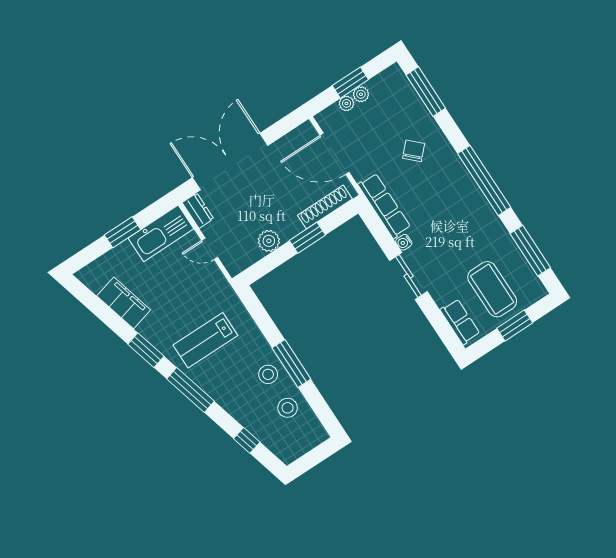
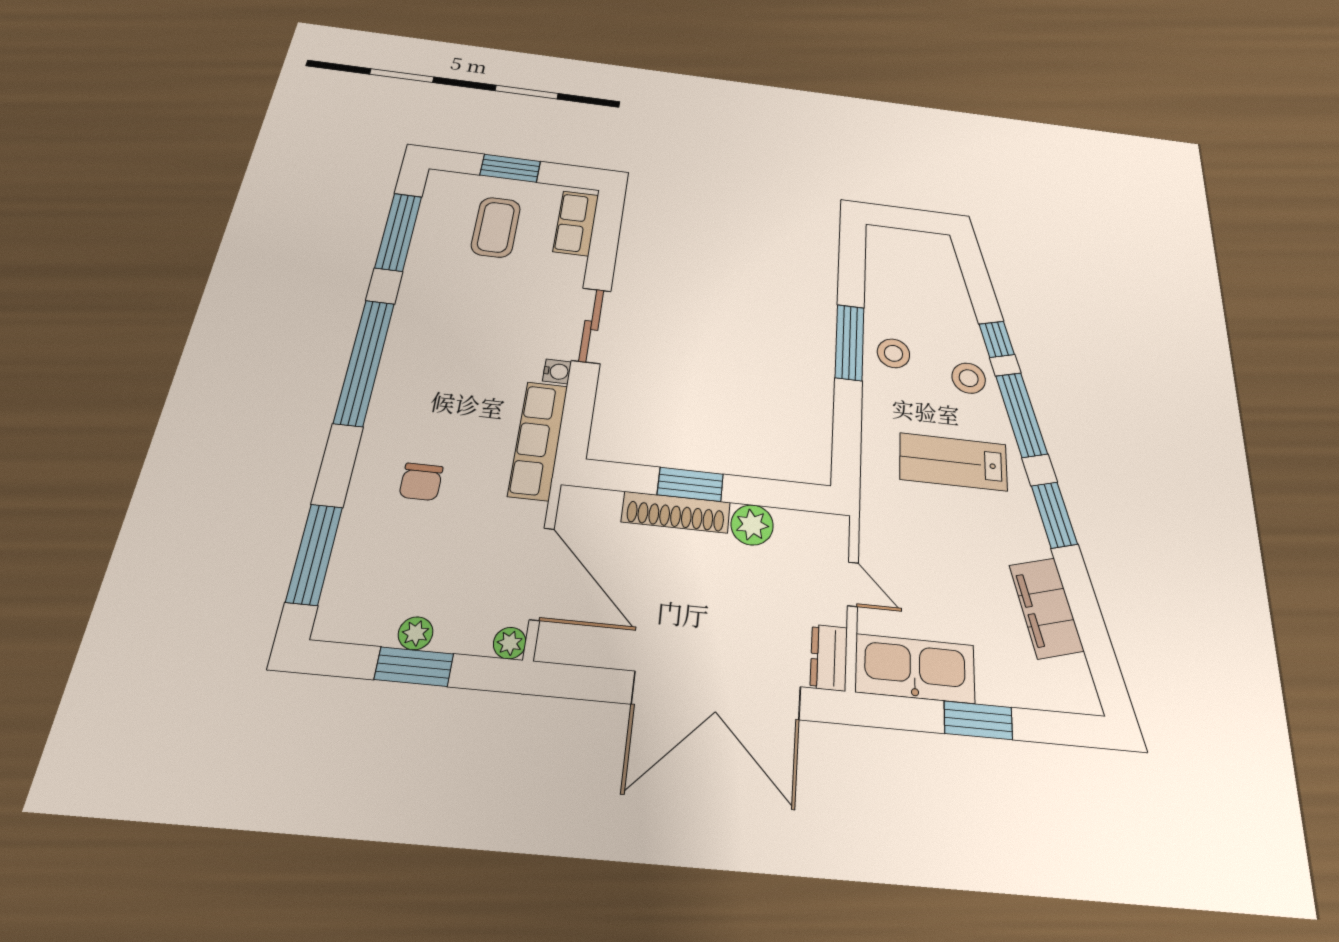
plant: (346, 103) -> (510, 643), moved
chair: (414, 151) -> (421, 482), turned -44
shoe rack: (325, 207) -> (676, 512), moved
coffee table: (492, 289) -> (496, 227), width x0.73, depth x0.76
lab bench: (205, 340) -> (953, 462), turned 180
stool: (288, 408) -> (969, 378), moved
window: (247, 440) -> (997, 339), moved

